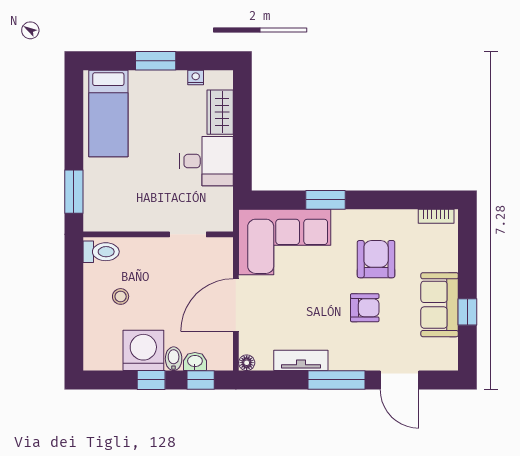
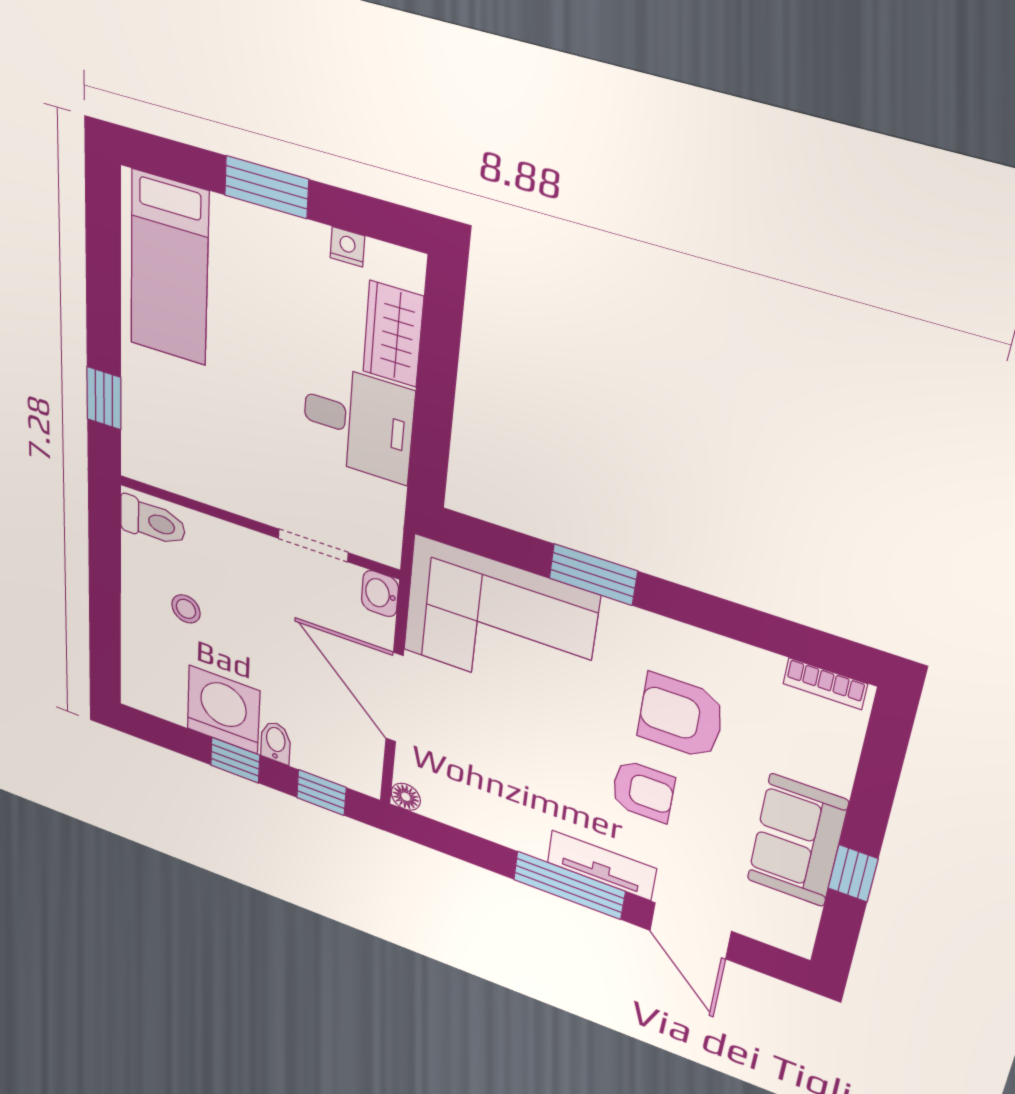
window: (74, 192) -> (104, 398), width x0.67
armchair: (376, 259) -> (681, 717), turned -90
door: (236, 305) -> (394, 697), hinge flipped
tv unit: (301, 360) -> (601, 865), moved
washbasin: (195, 362) -> (380, 594), moved, turned -90

